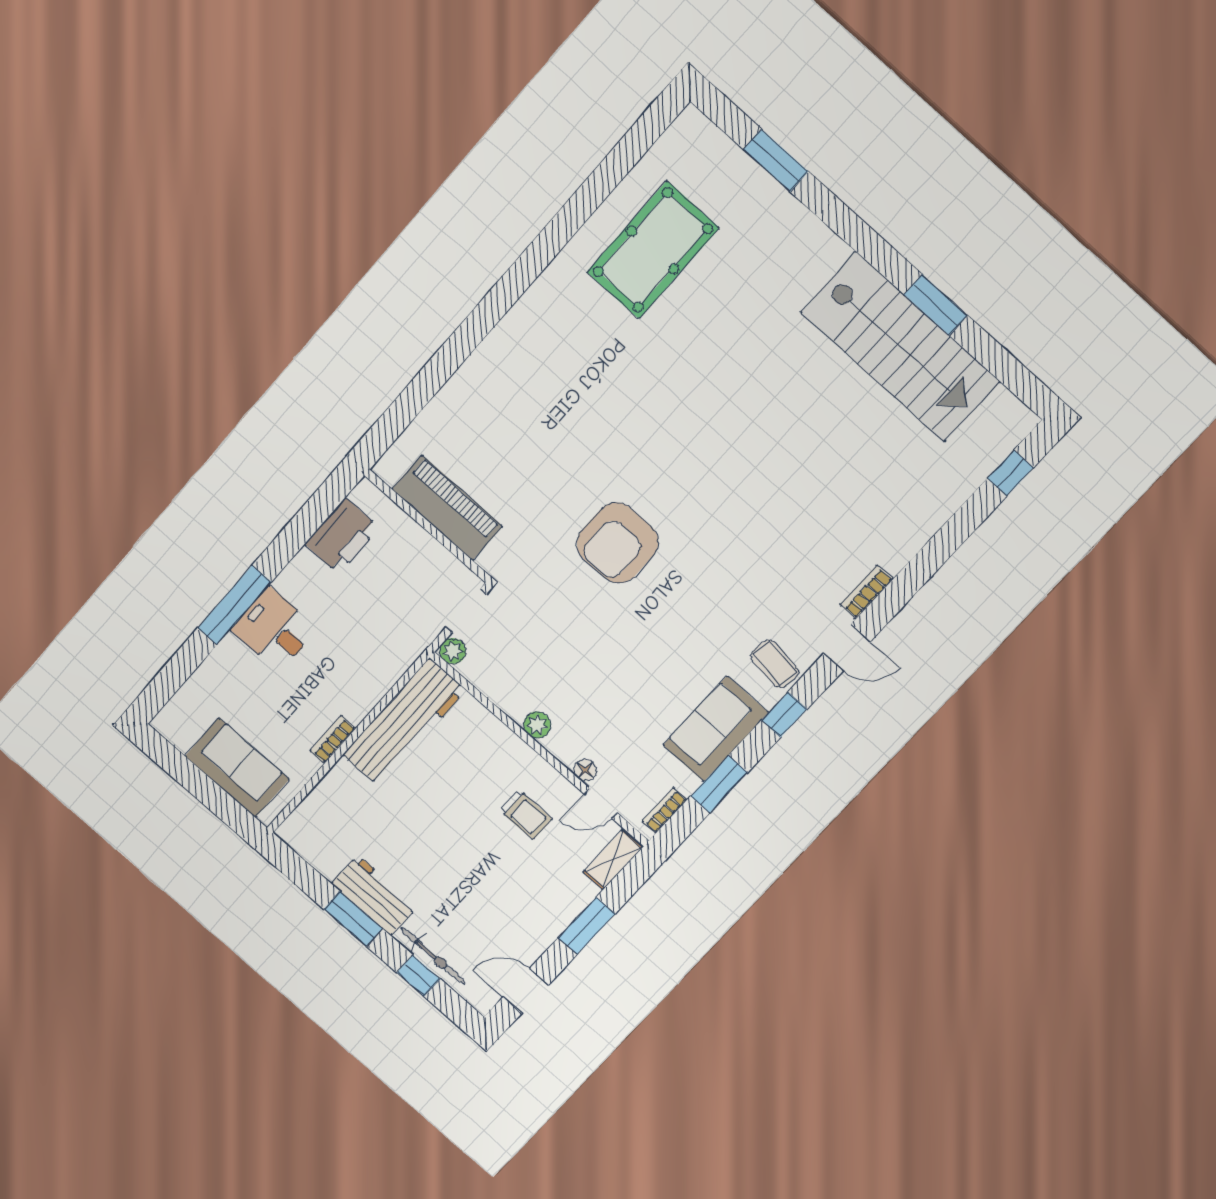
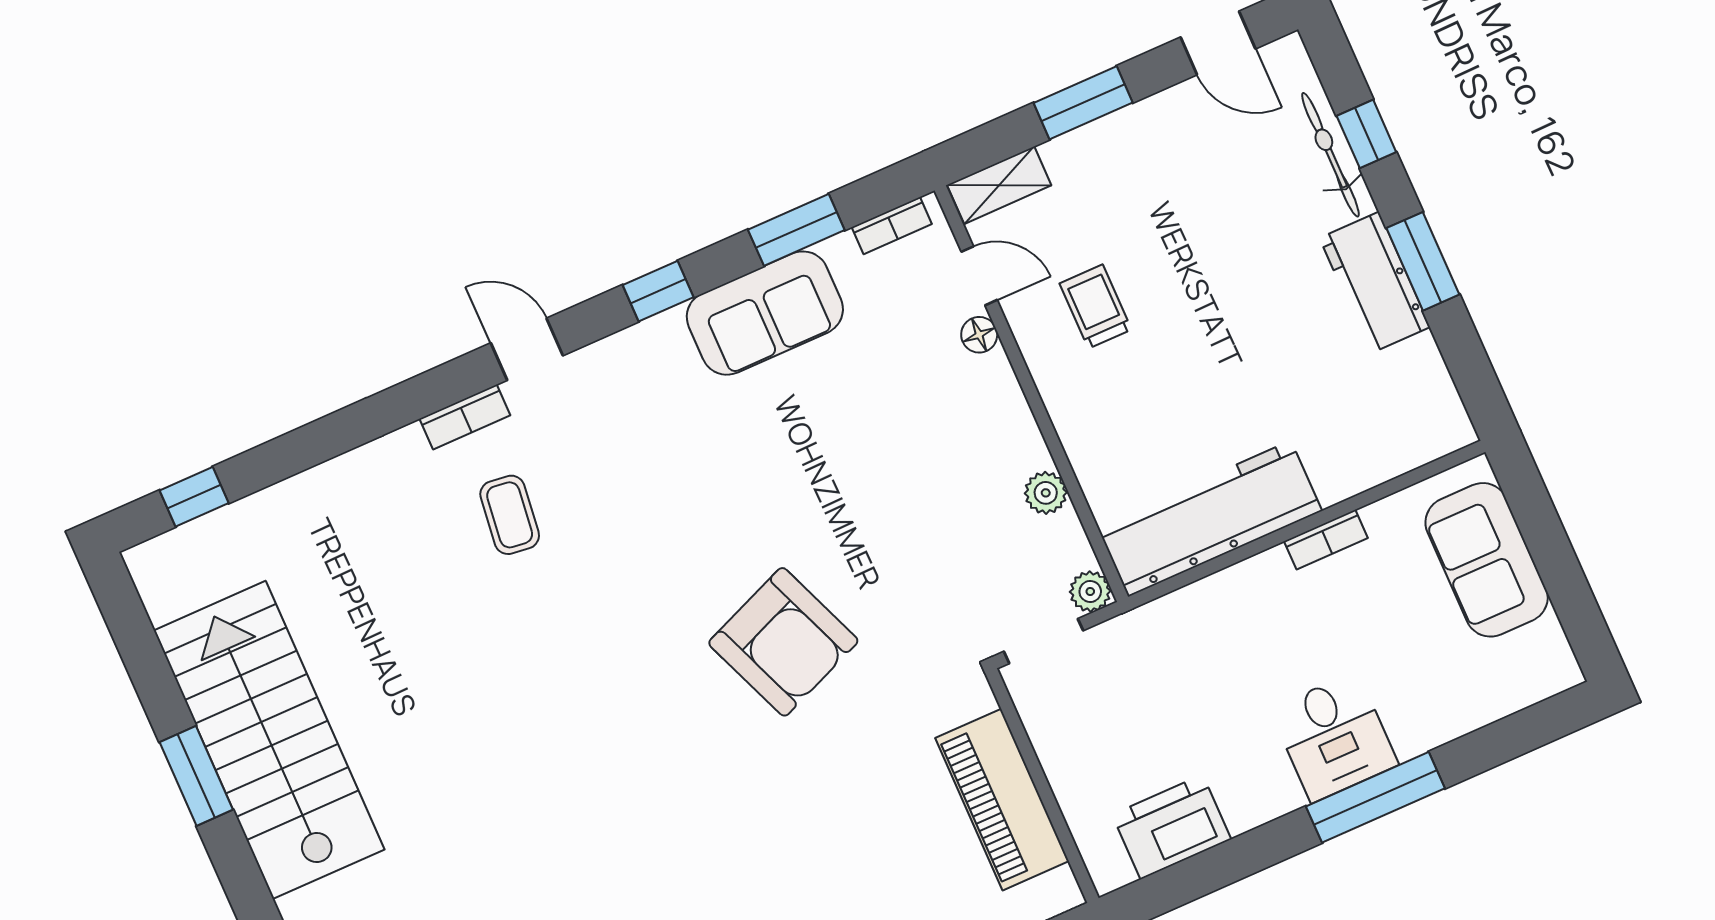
armchair: (618, 543) -> (783, 642), turned 68
coffee table: (775, 664) -> (510, 515), moved
plant: (537, 725) -> (1046, 493), moved

